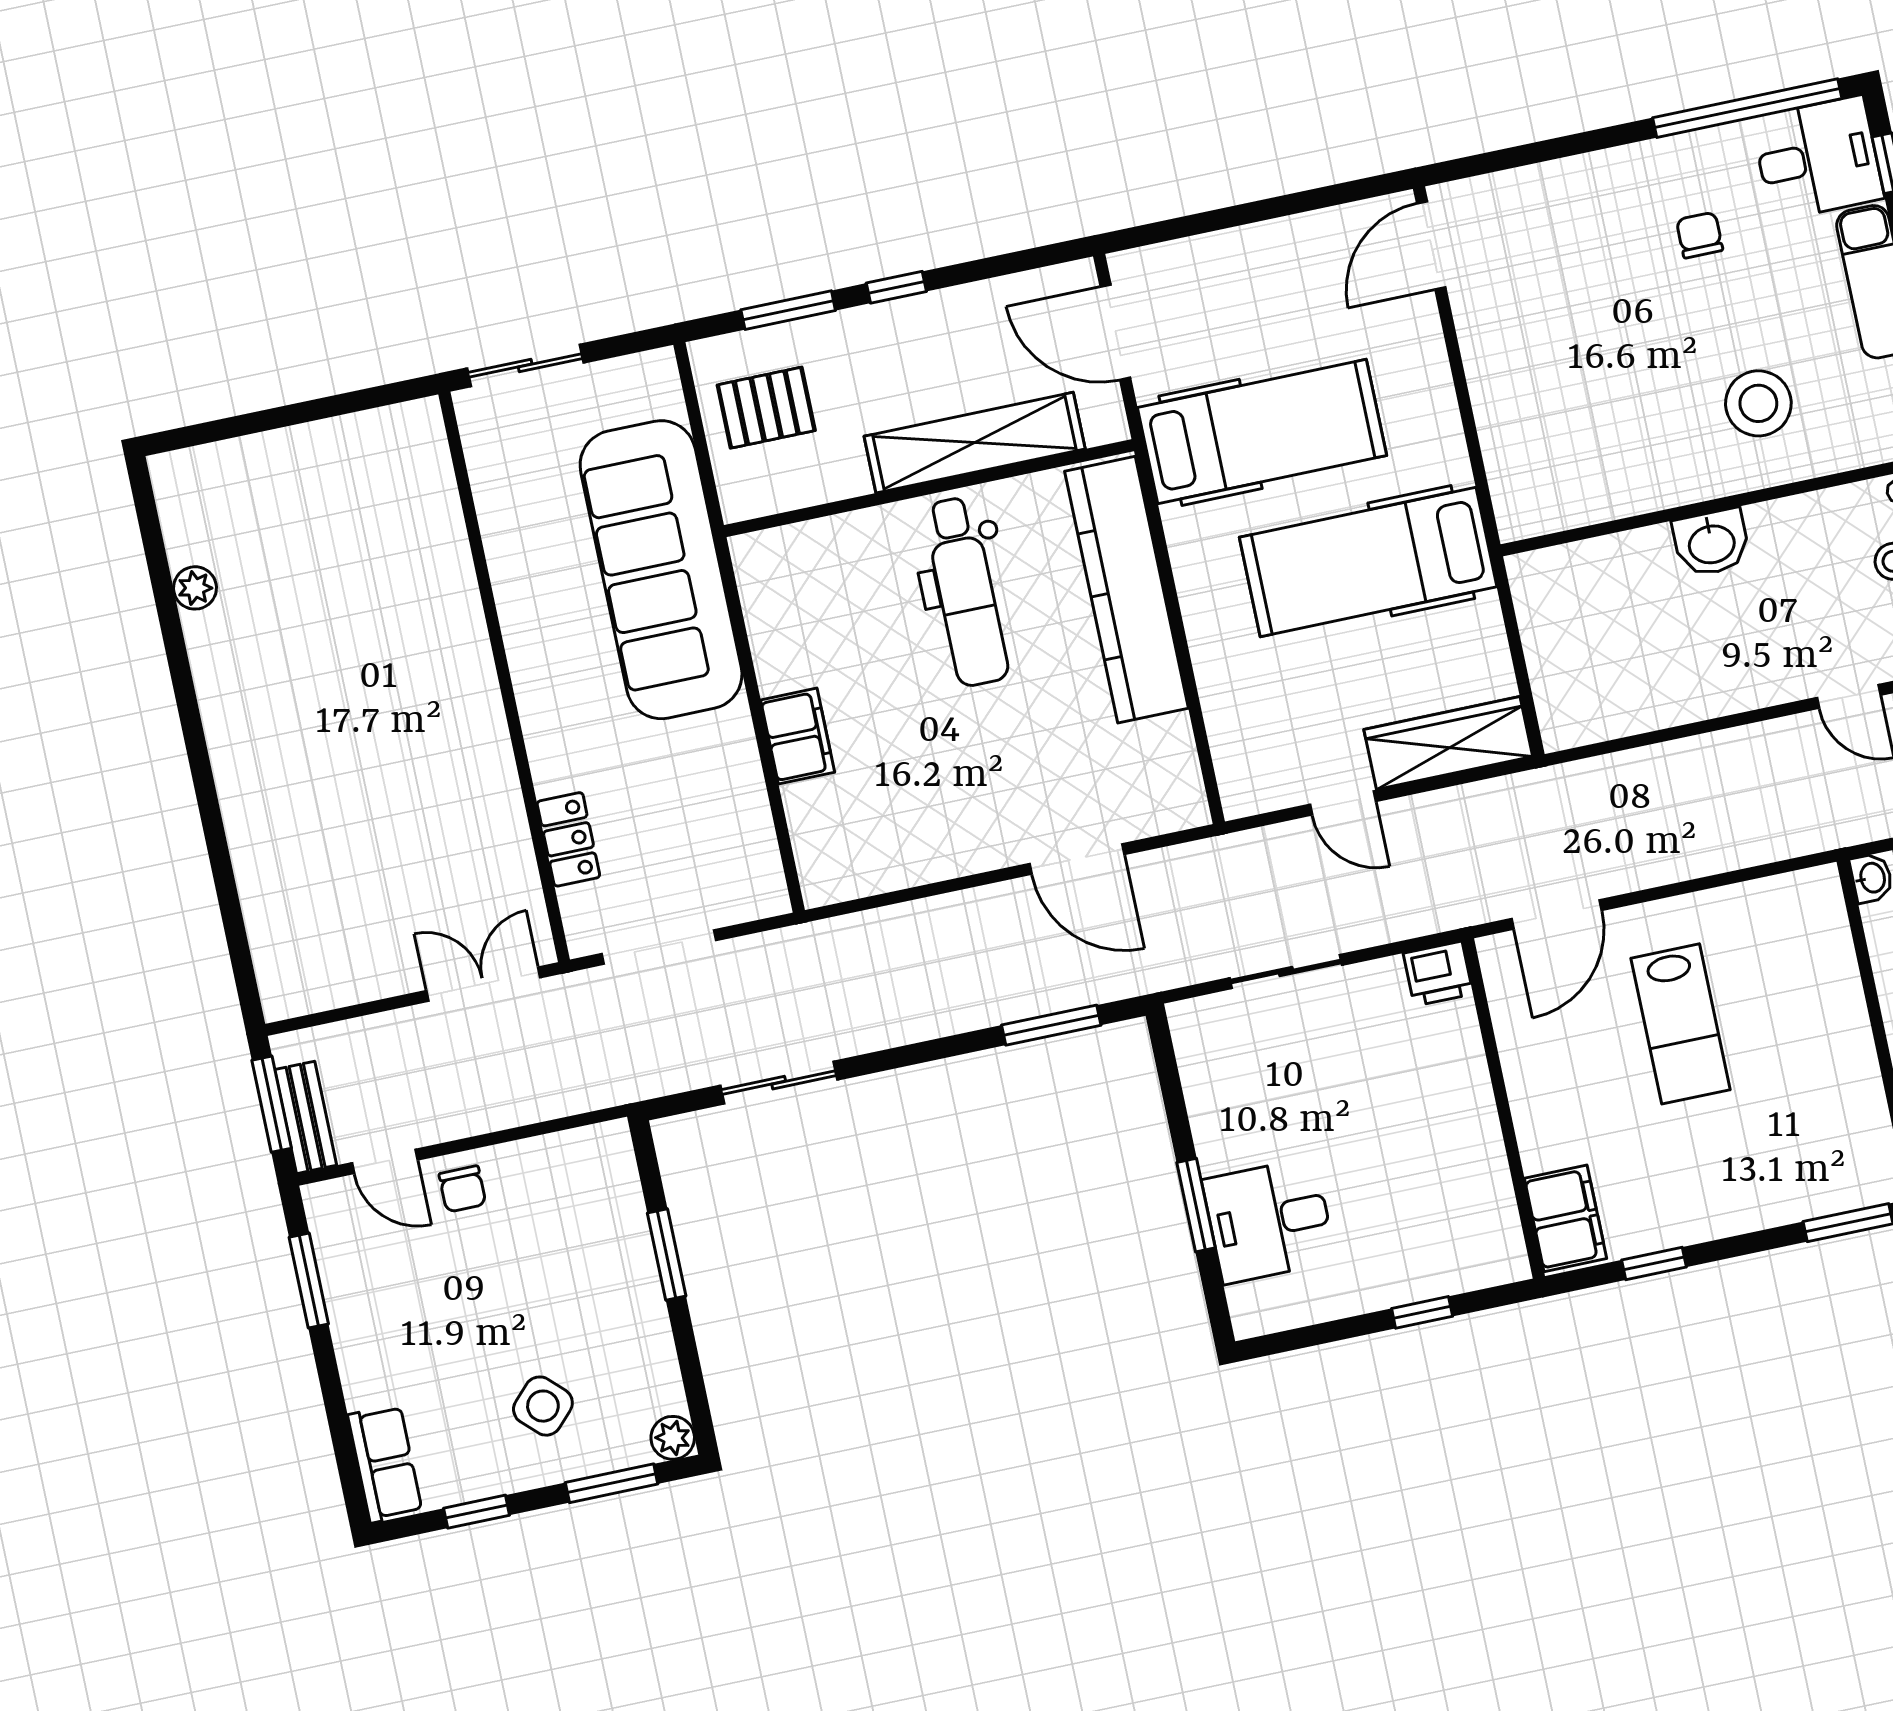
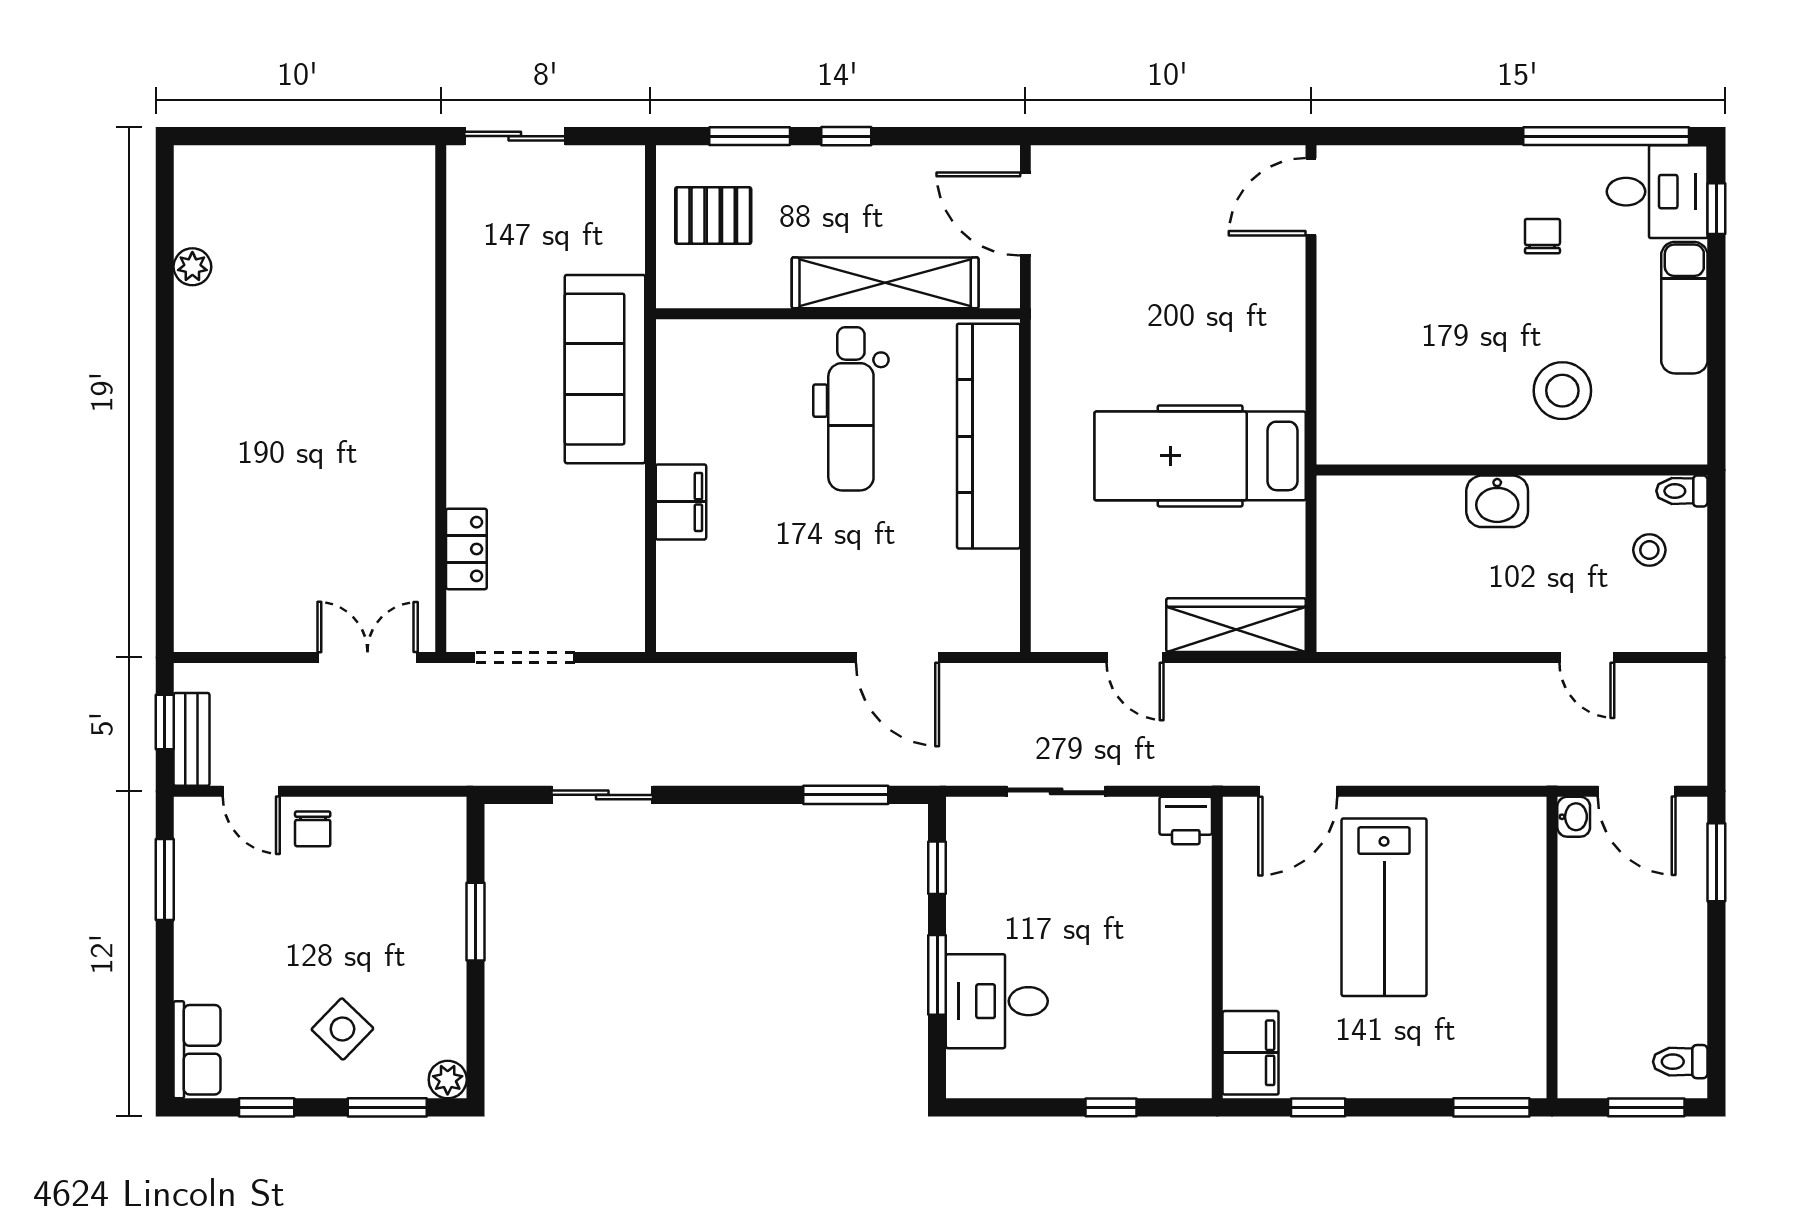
hospital bed: (1262, 431) -> (1133, 325), removed
sofa: (661, 570) -> (605, 369), width x0.74, depth x0.79
lab bench: (1681, 1024) -> (1384, 907), width x1.36, depth x1.39
window: (1171, 1085) -> (937, 868), added
window: (272, 1104) -> (165, 722), width x0.67

